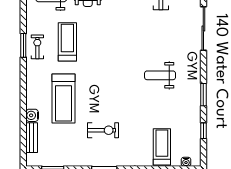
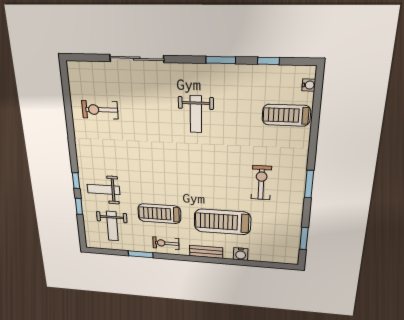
window: (23, 45) -> (141, 254), moved
treadmill: (64, 98) -> (222, 222), turned 180
bench: (32, 138) -> (206, 252), moved

